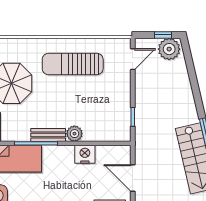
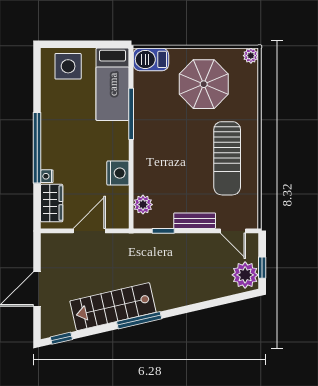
sun lounger: (73, 64) -> (227, 158), turned 180
plant: (74, 134) -> (143, 205), moved
bench: (48, 135) -> (195, 221), moved, turned 90

